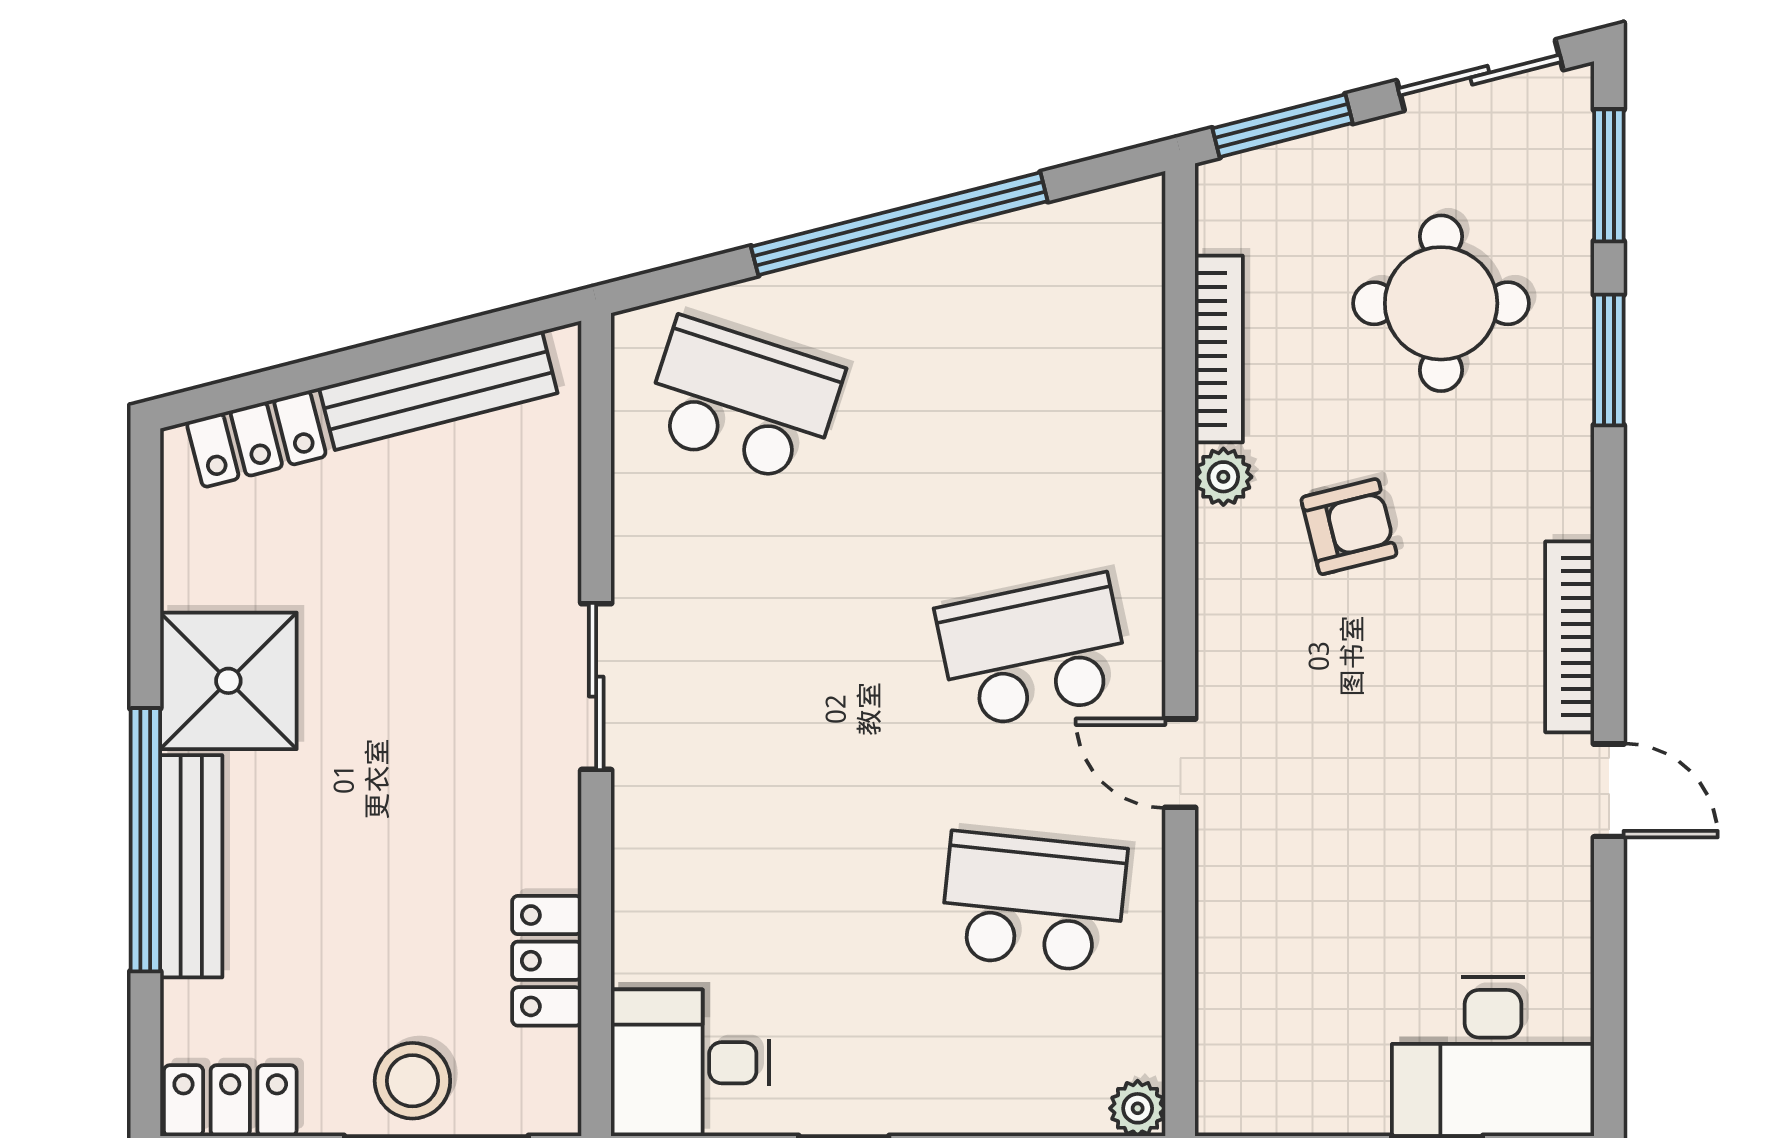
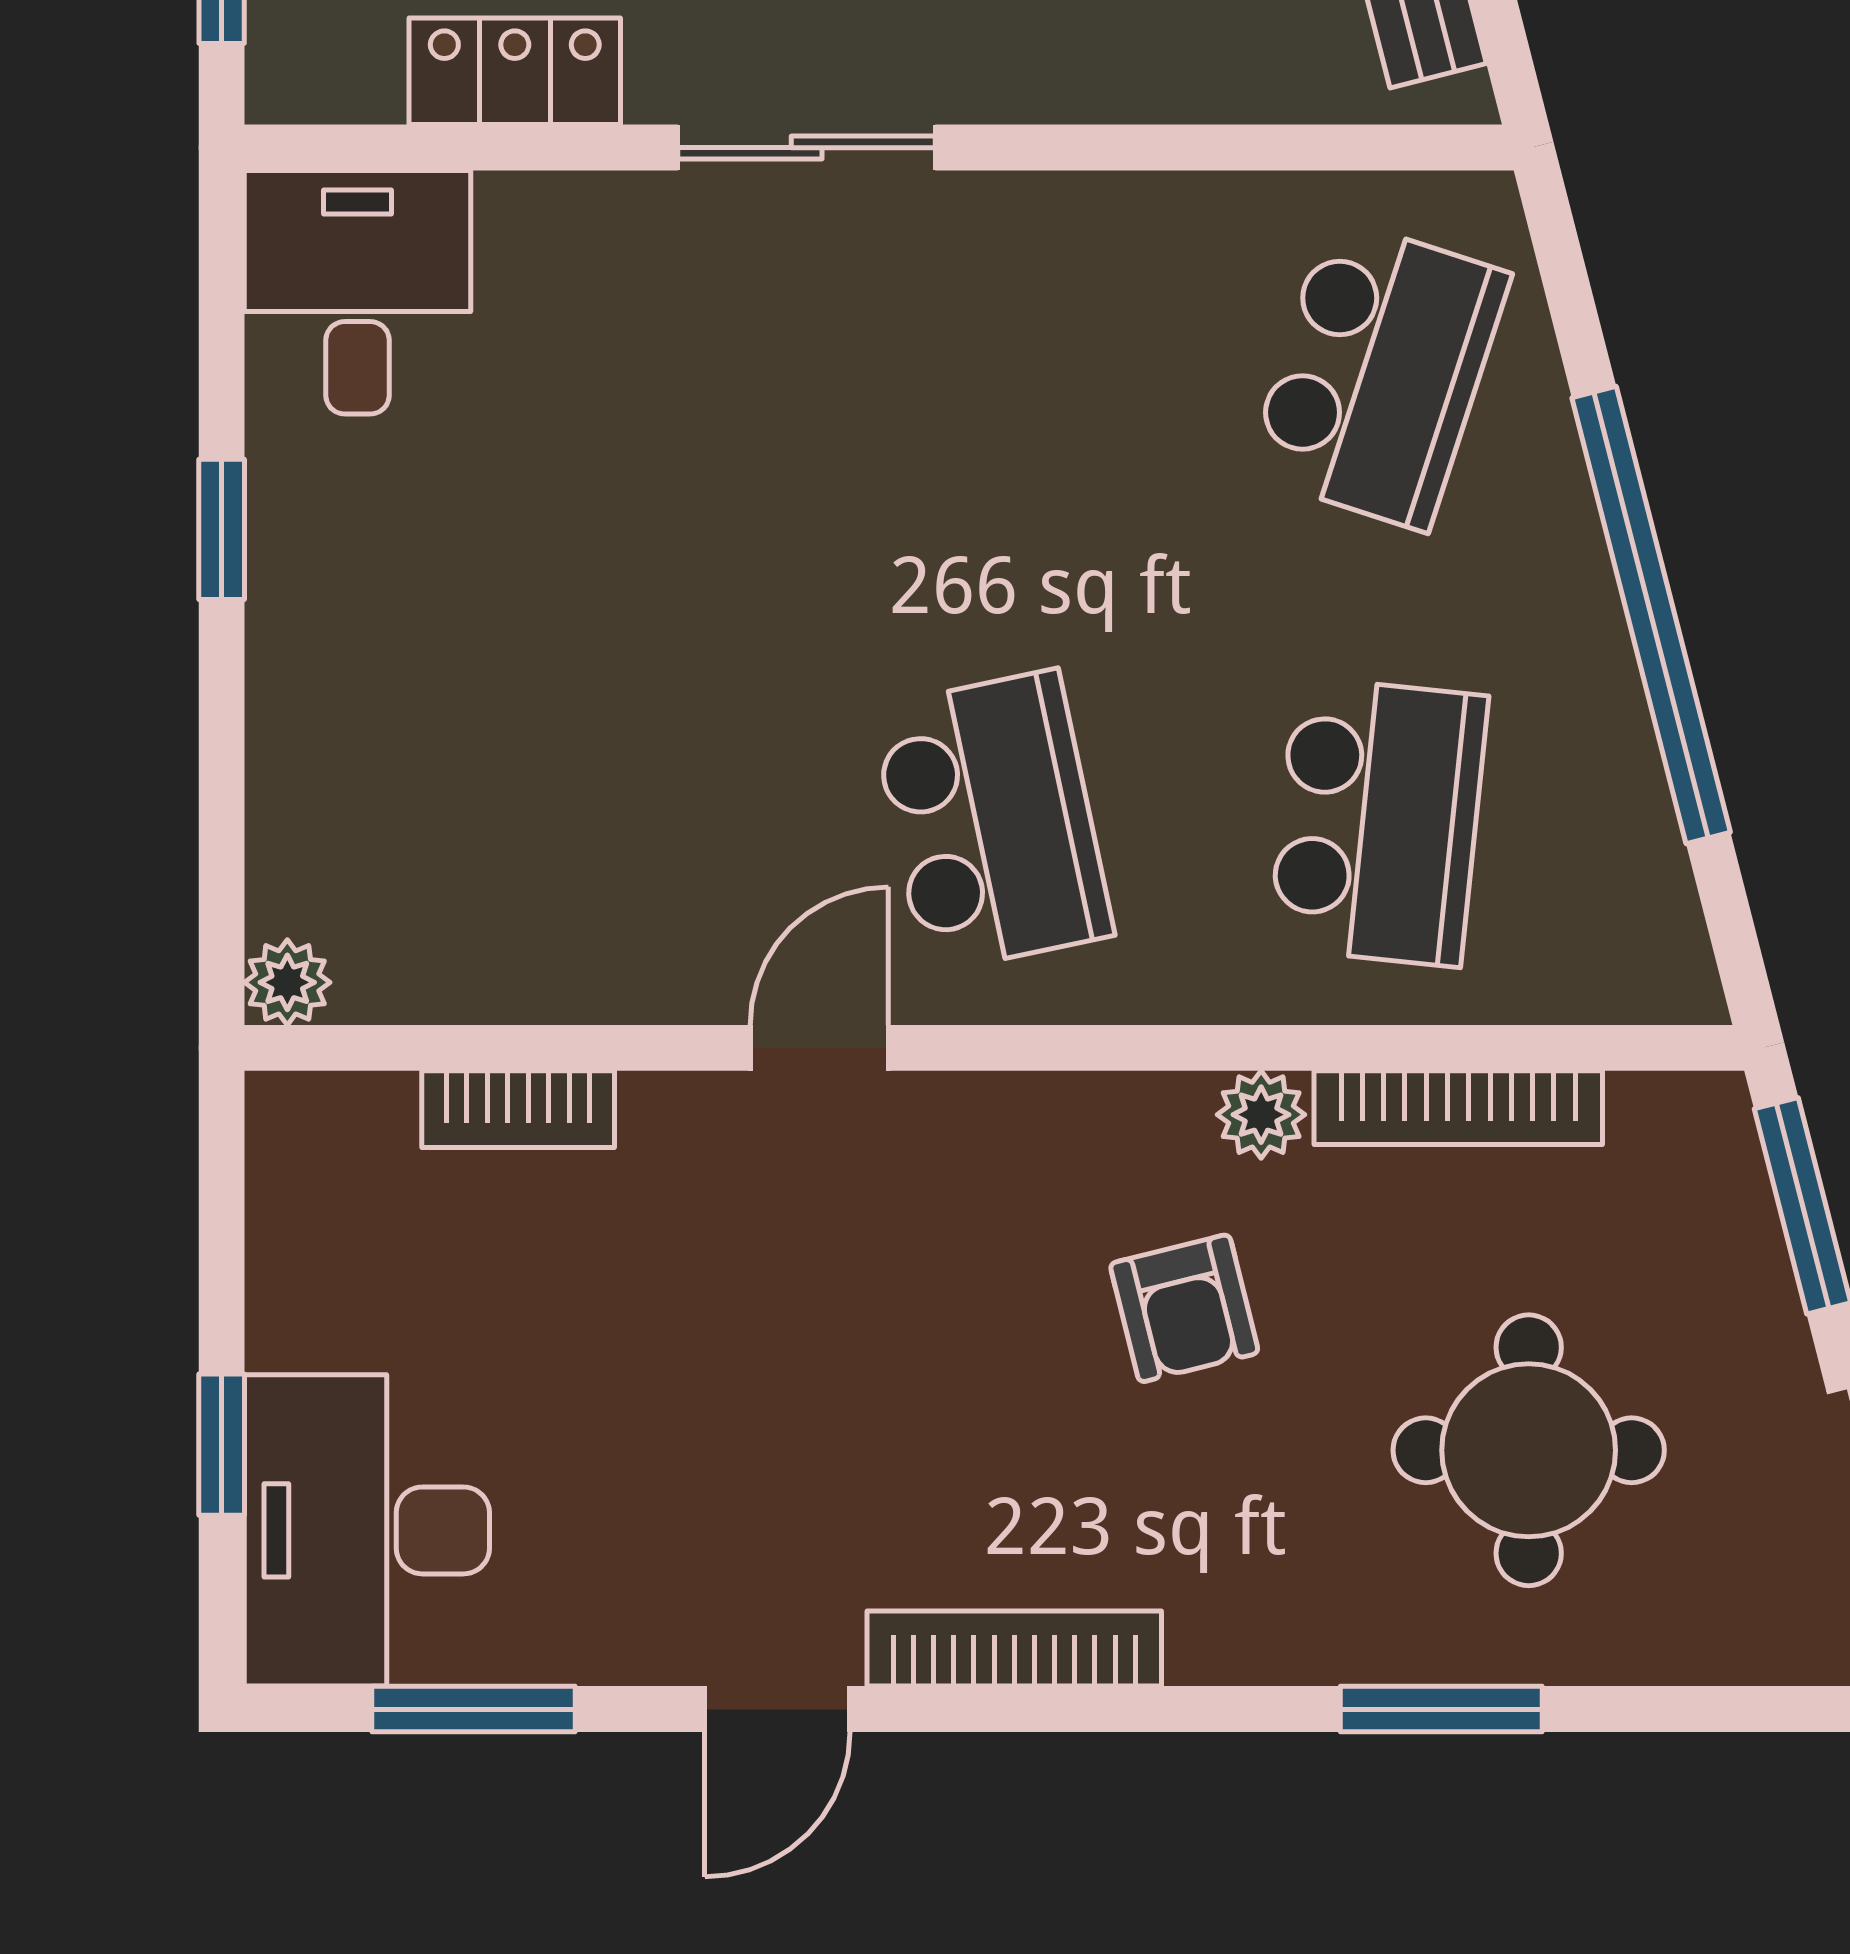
window: (1609, 175) -> (473, 1709), moved
sliding door: (596, 687) -> (807, 148), moved
school desk: (1033, 902) -> (1378, 822), moved
bookcase: (1220, 959) -> (518, 1109), added

